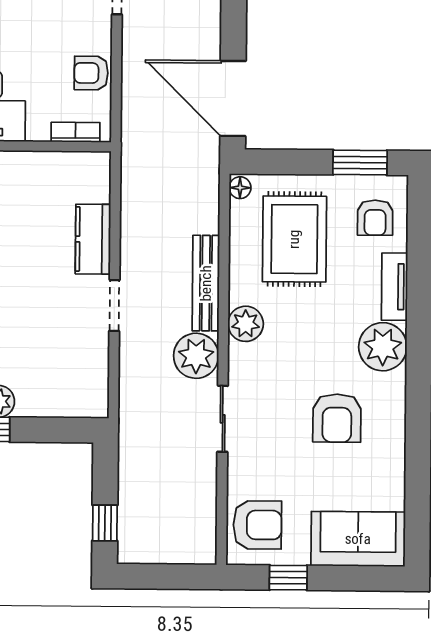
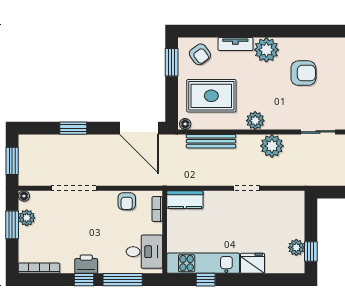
door: (233, 98) -> (139, 128), hinge flipped
armchair: (375, 218) -> (200, 54), turned 54
kitchen counter: (93, 239) -> (185, 200), moved
bench: (206, 283) -> (211, 141), moved
sliding door: (223, 419) -> (318, 132), moved

